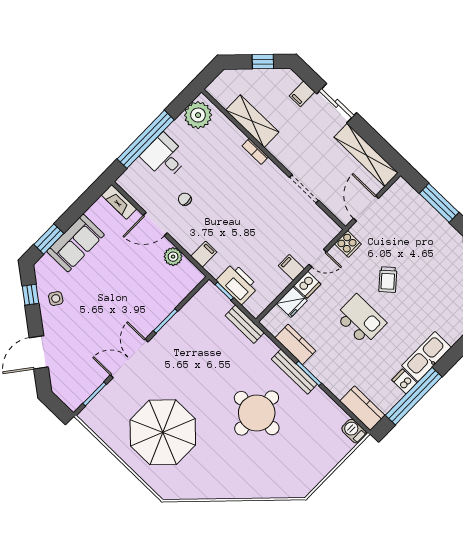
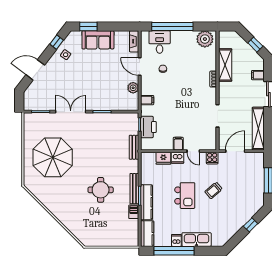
desk: (164, 157) -> (160, 42), moved
kitchen counter: (295, 344) -> (147, 202), moved, width x1.50
round table: (257, 413) -> (101, 190), width x0.73, depth x0.73
barbecue: (354, 431) -> (134, 212), moved

